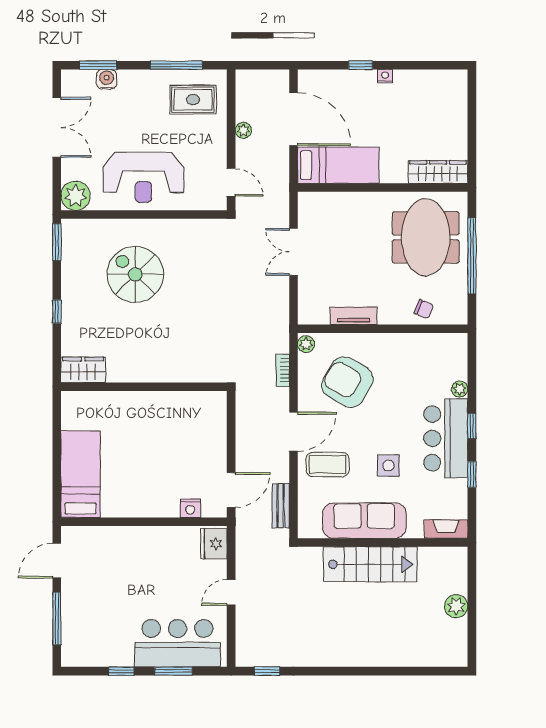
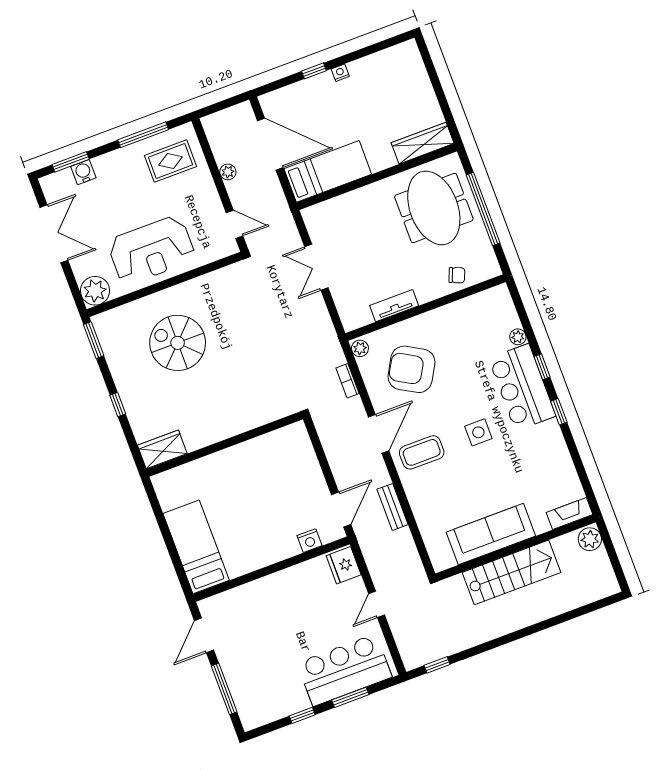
sofa: (364, 521) -> (491, 534), moved
fireplace: (446, 529) -> (570, 514), moved
wall: (383, 542) -> (516, 548), moved
stairs: (370, 564) -> (511, 572), moved

